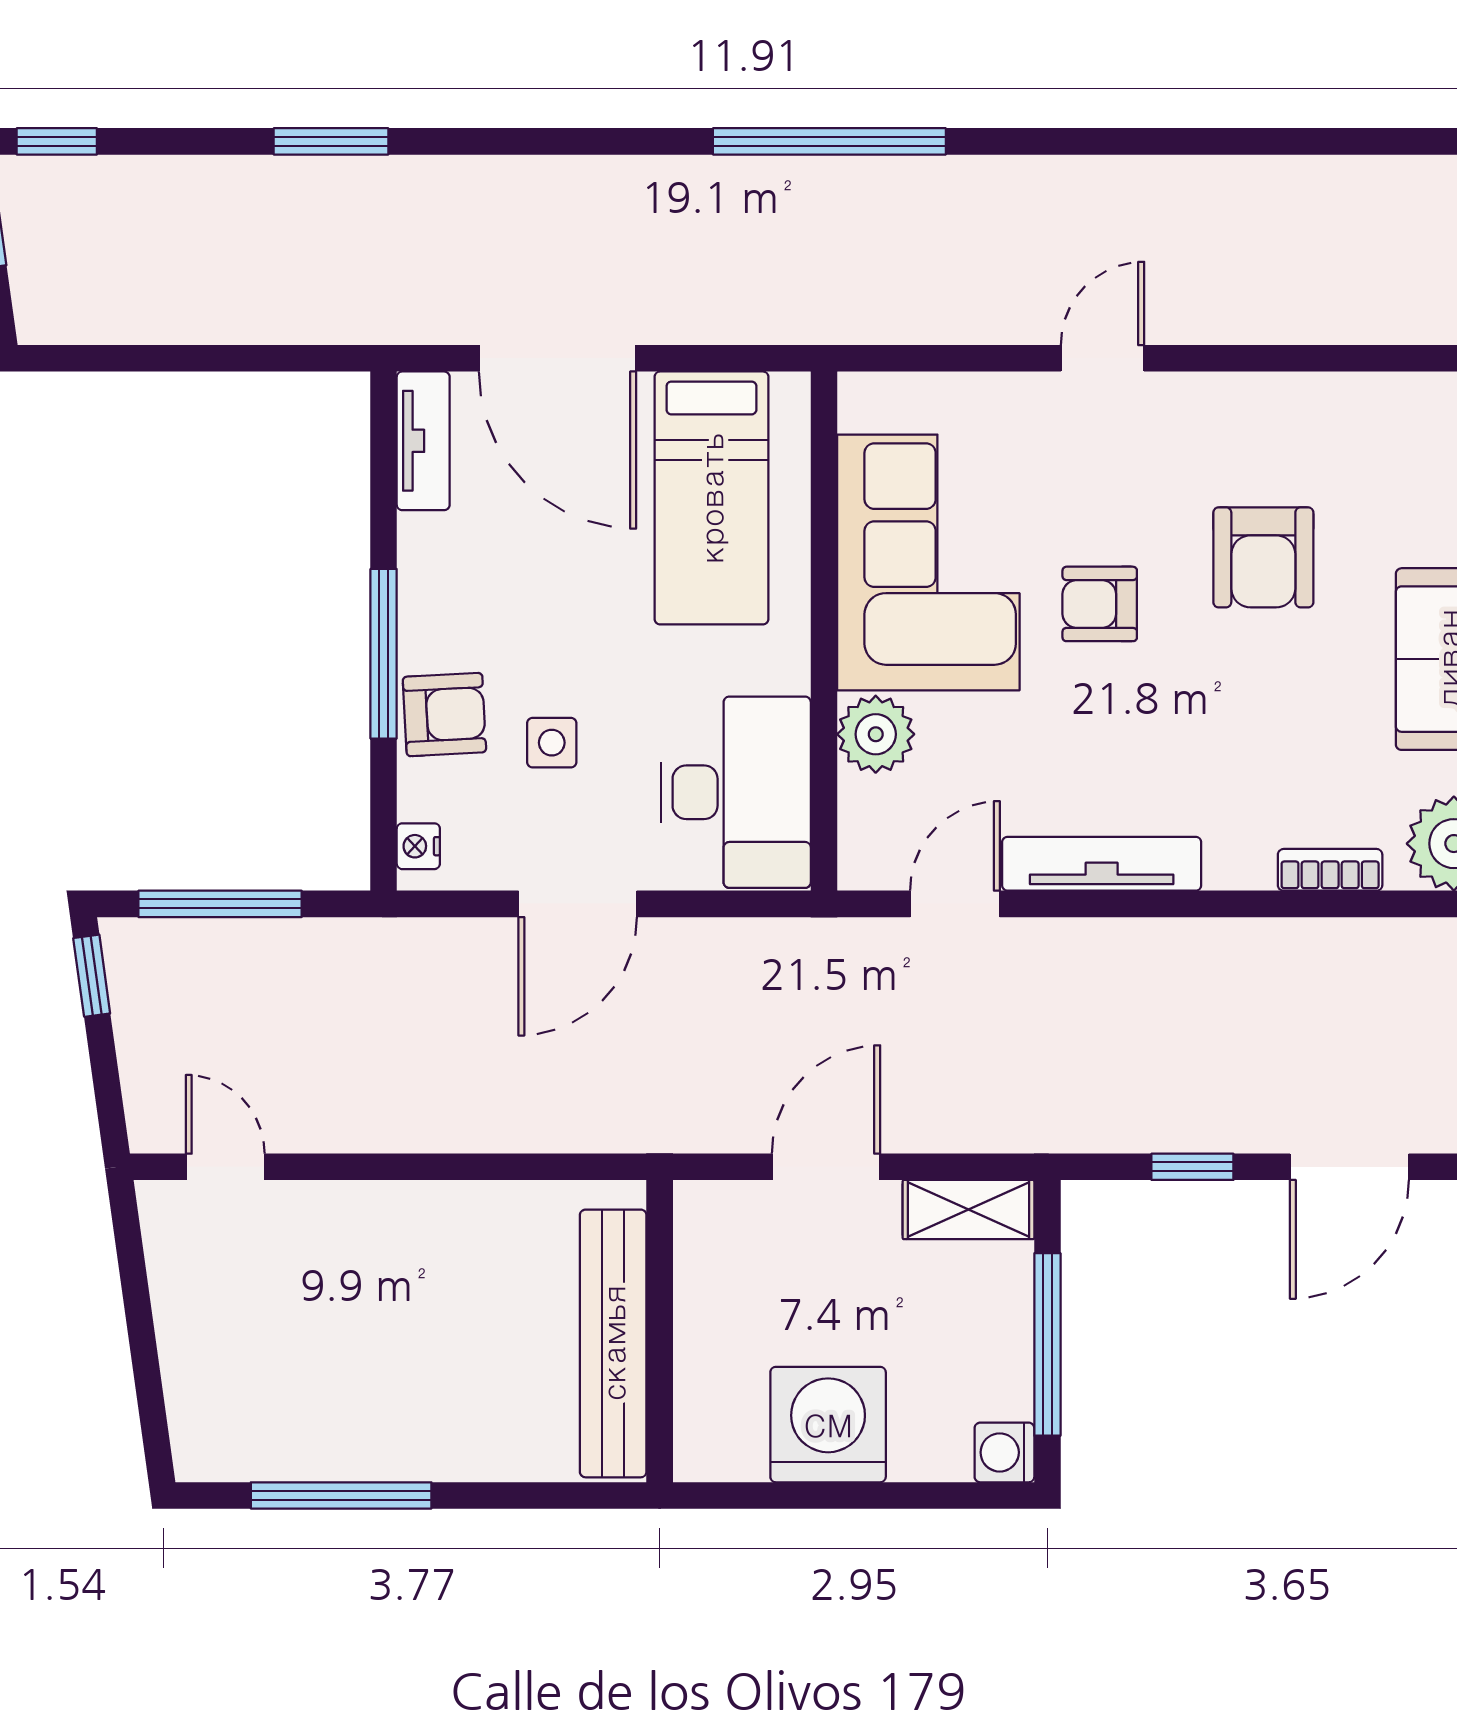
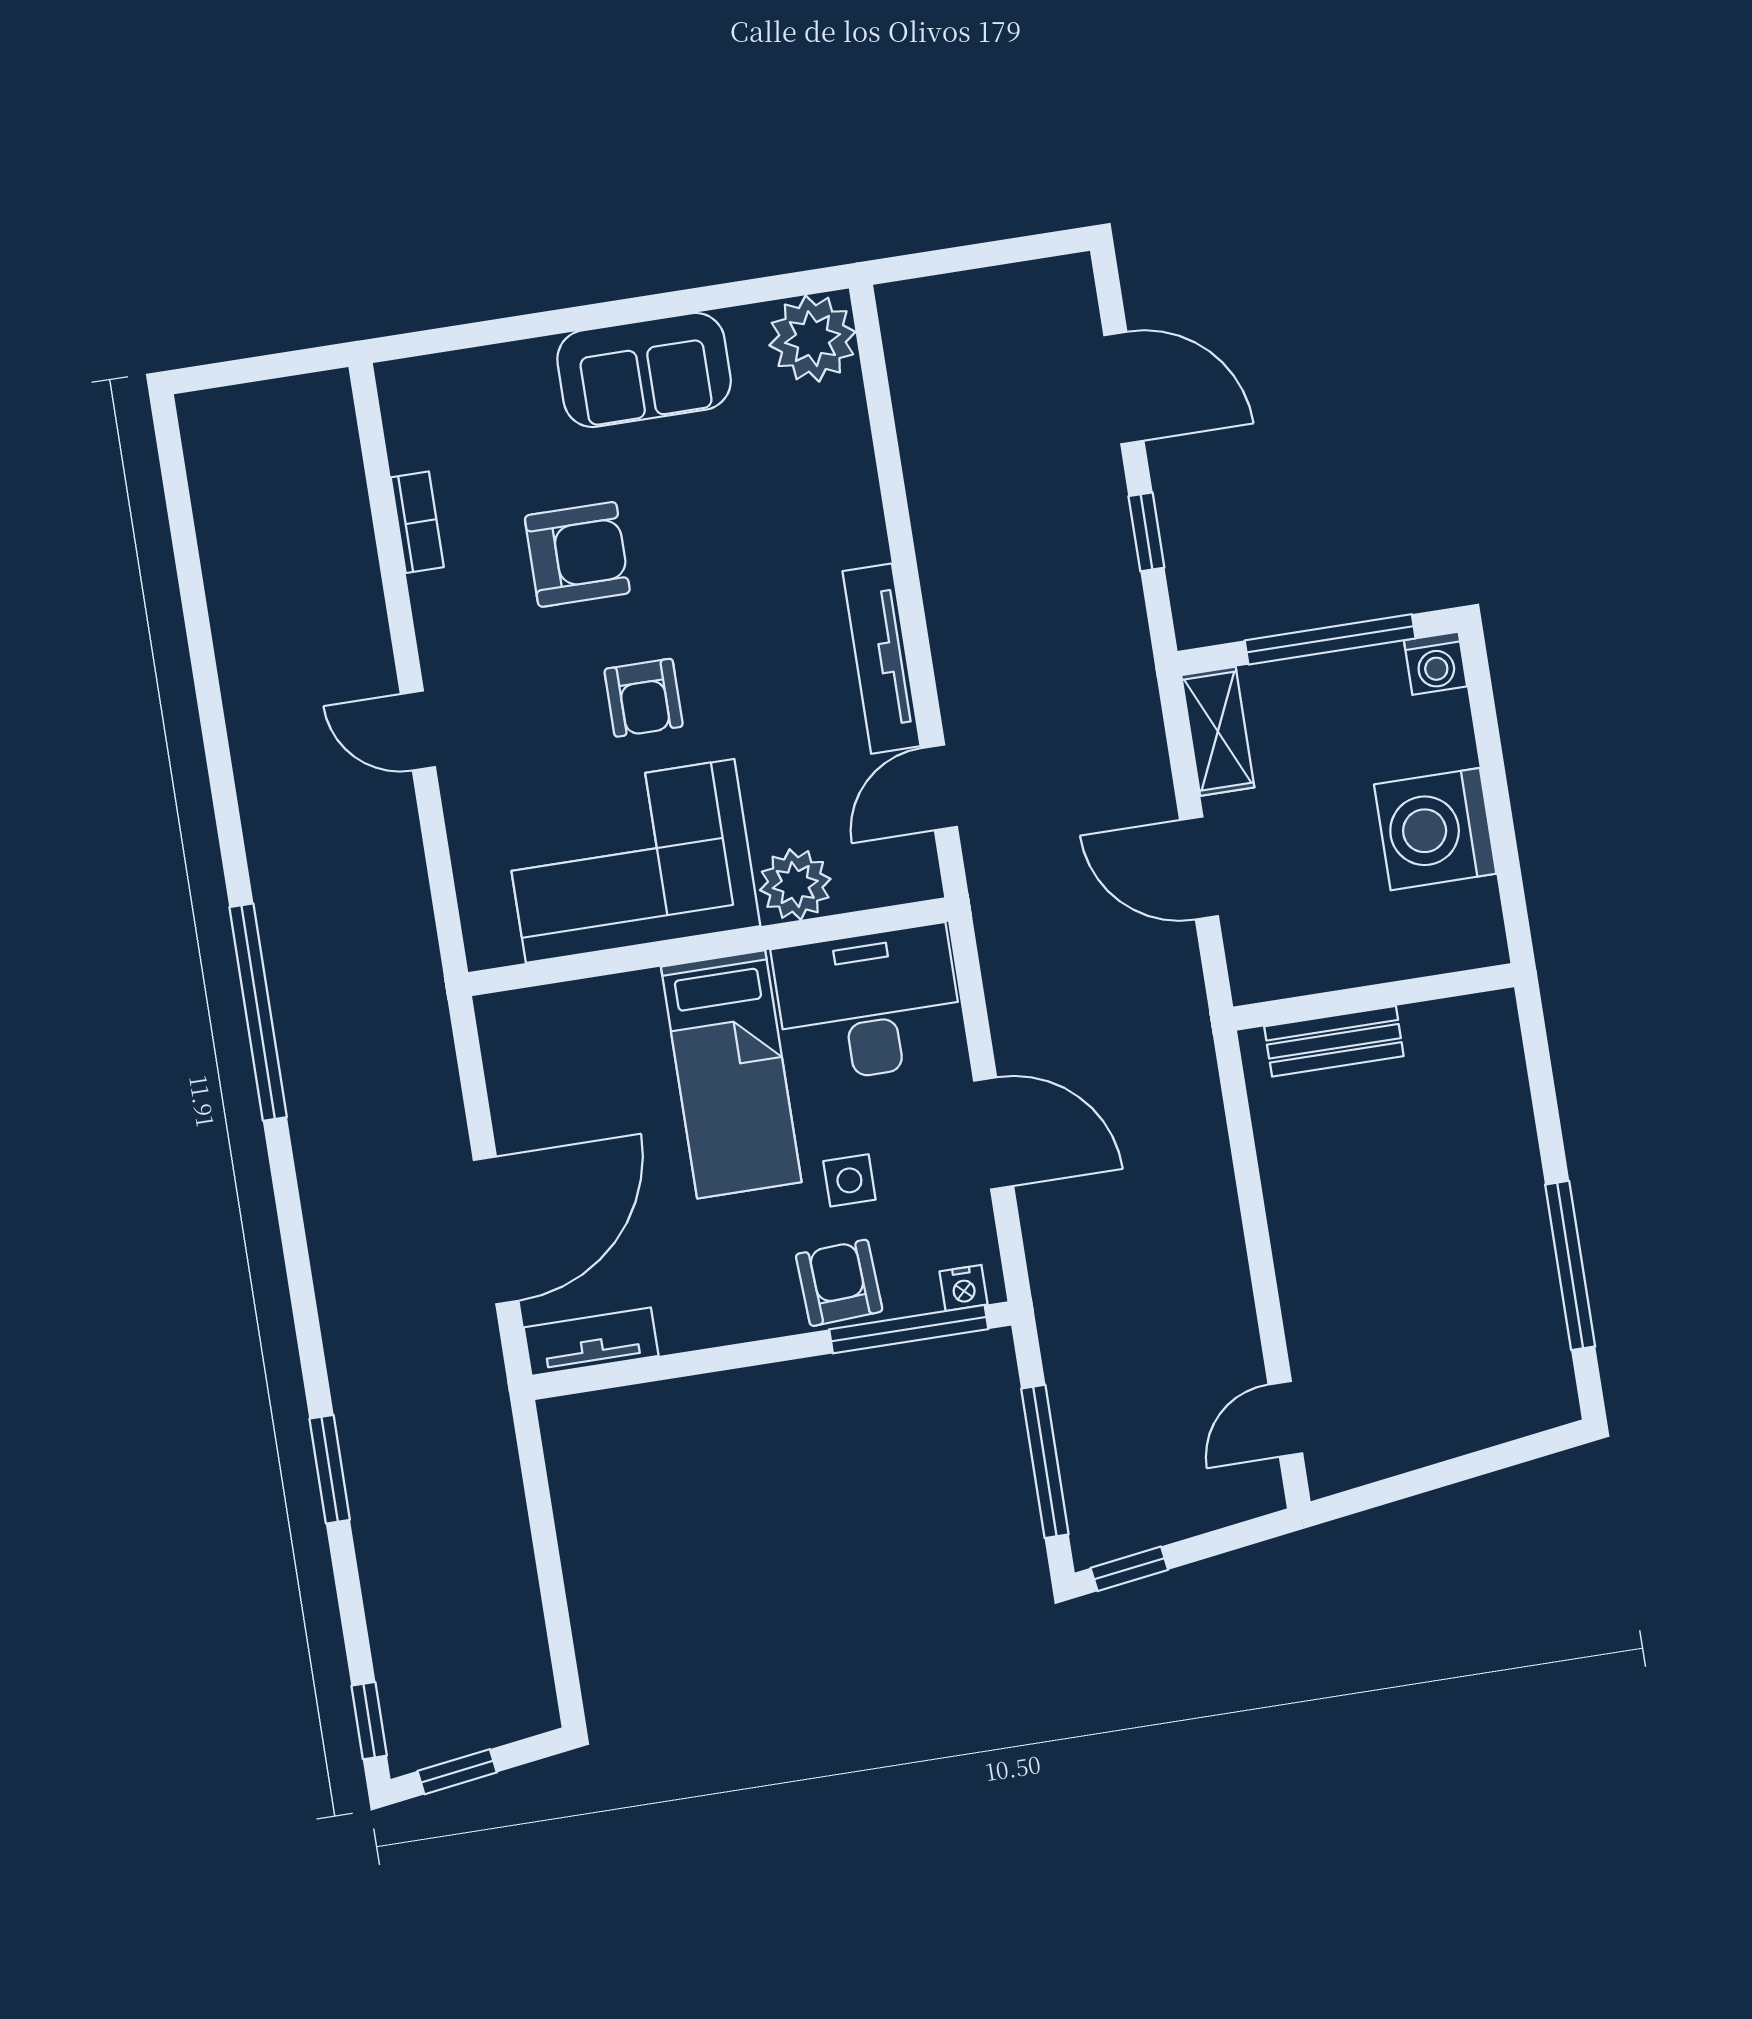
bed: (711, 498) -> (731, 1074), moved, turned 90
window: (384, 654) -> (909, 1329), moved
bookcase: (1330, 870) -> (417, 522), moved, turned 180
door: (955, 904) -> (939, 787), hinge flipped
bench: (613, 1343) -> (1334, 1041), width x0.54, depth x0.82

